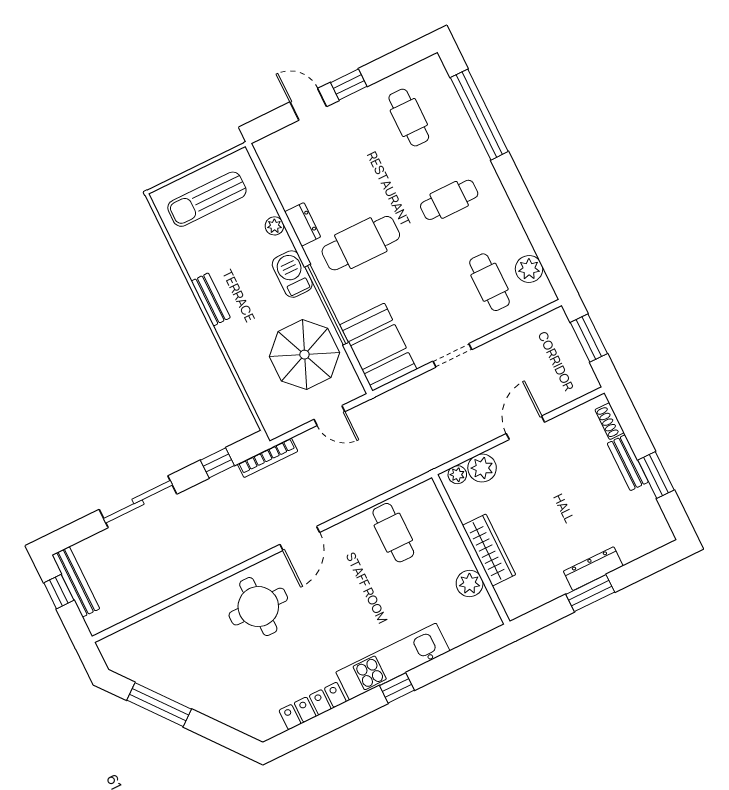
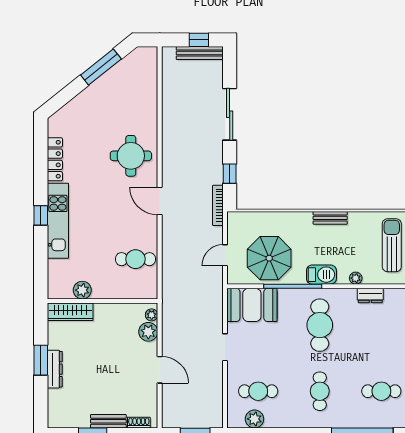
dresser: (303, 224) -> (370, 296), moved
wardrobe: (489, 550) -> (70, 312), moved

